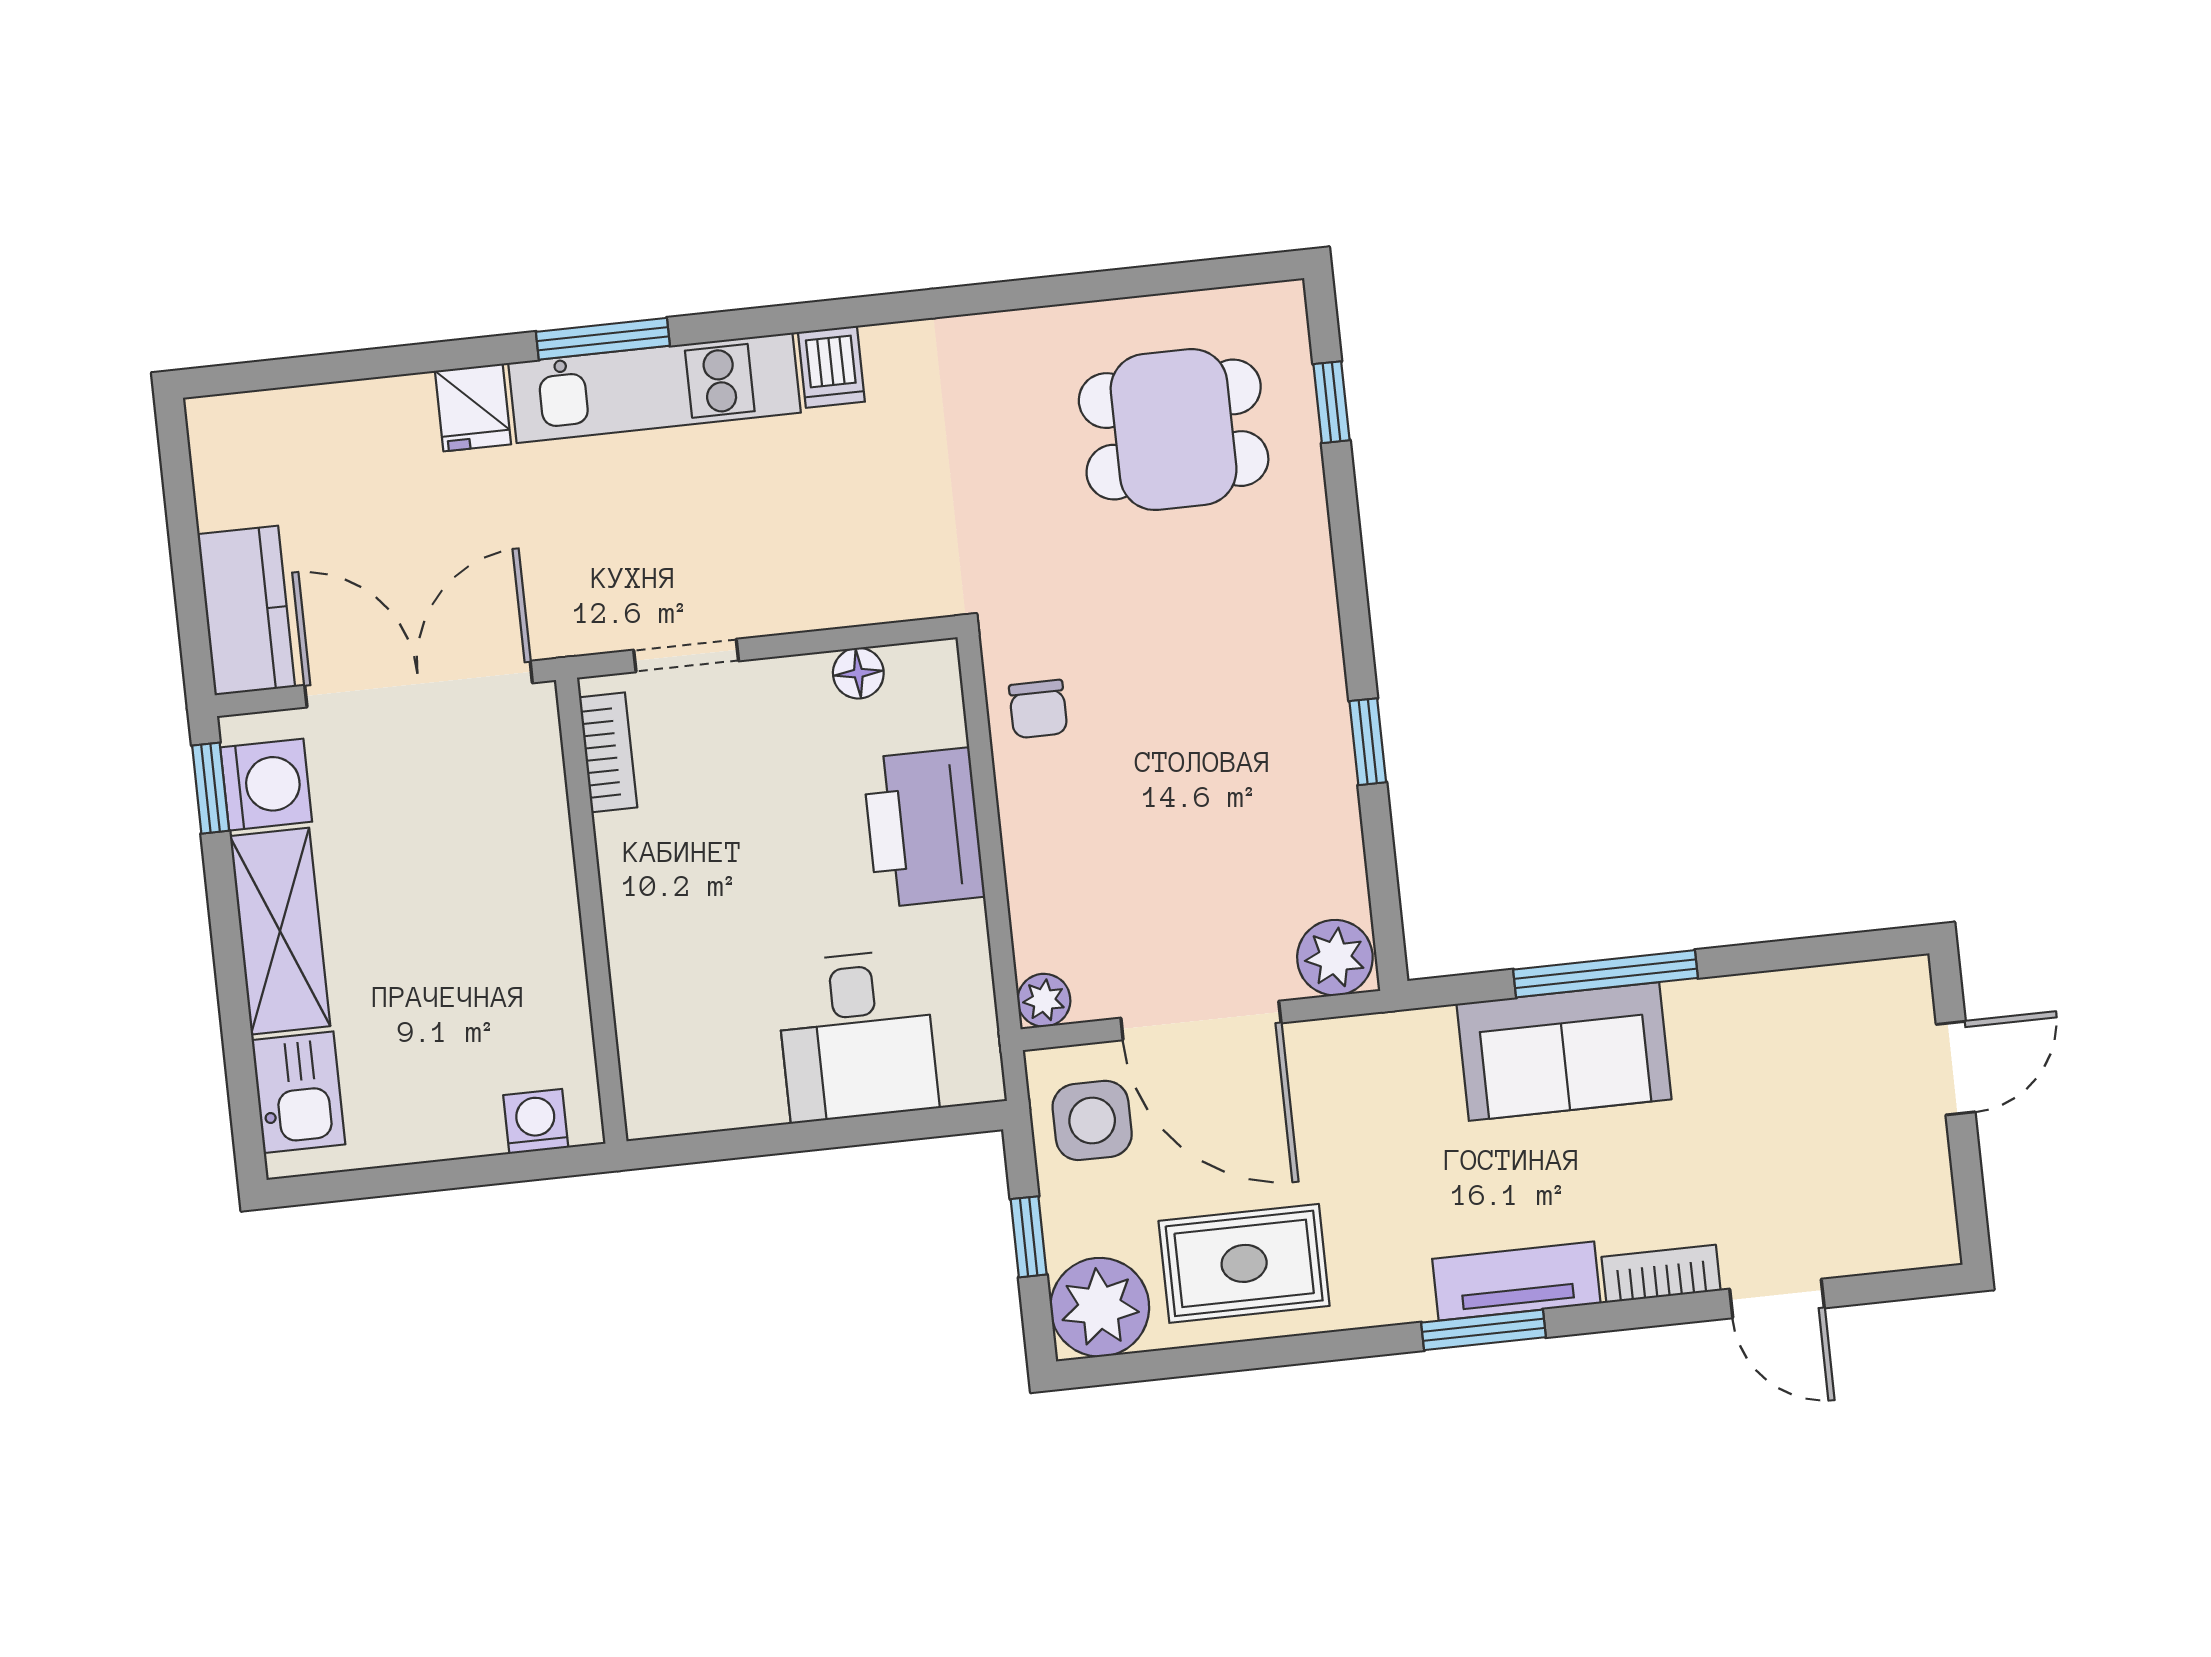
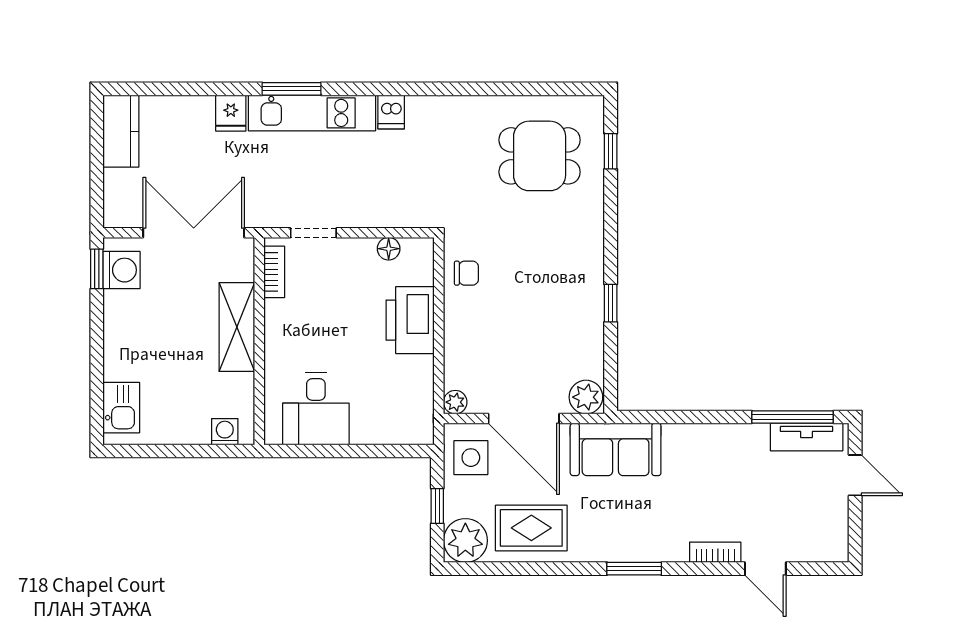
kitchen counter: (246, 610) -> (121, 131), moved
chair: (1038, 709) -> (466, 273), turned -90
shelving: (280, 931) -> (237, 327), moved
window: (1605, 974) -> (792, 417), moved
desk: (857, 1036) -> (316, 409), moved
sofa: (1564, 1052) -> (616, 449), moved
door: (1956, 1068) -> (855, 475), hinge flipped
tv unit: (1516, 1281) -> (807, 437), moved, turned 180

